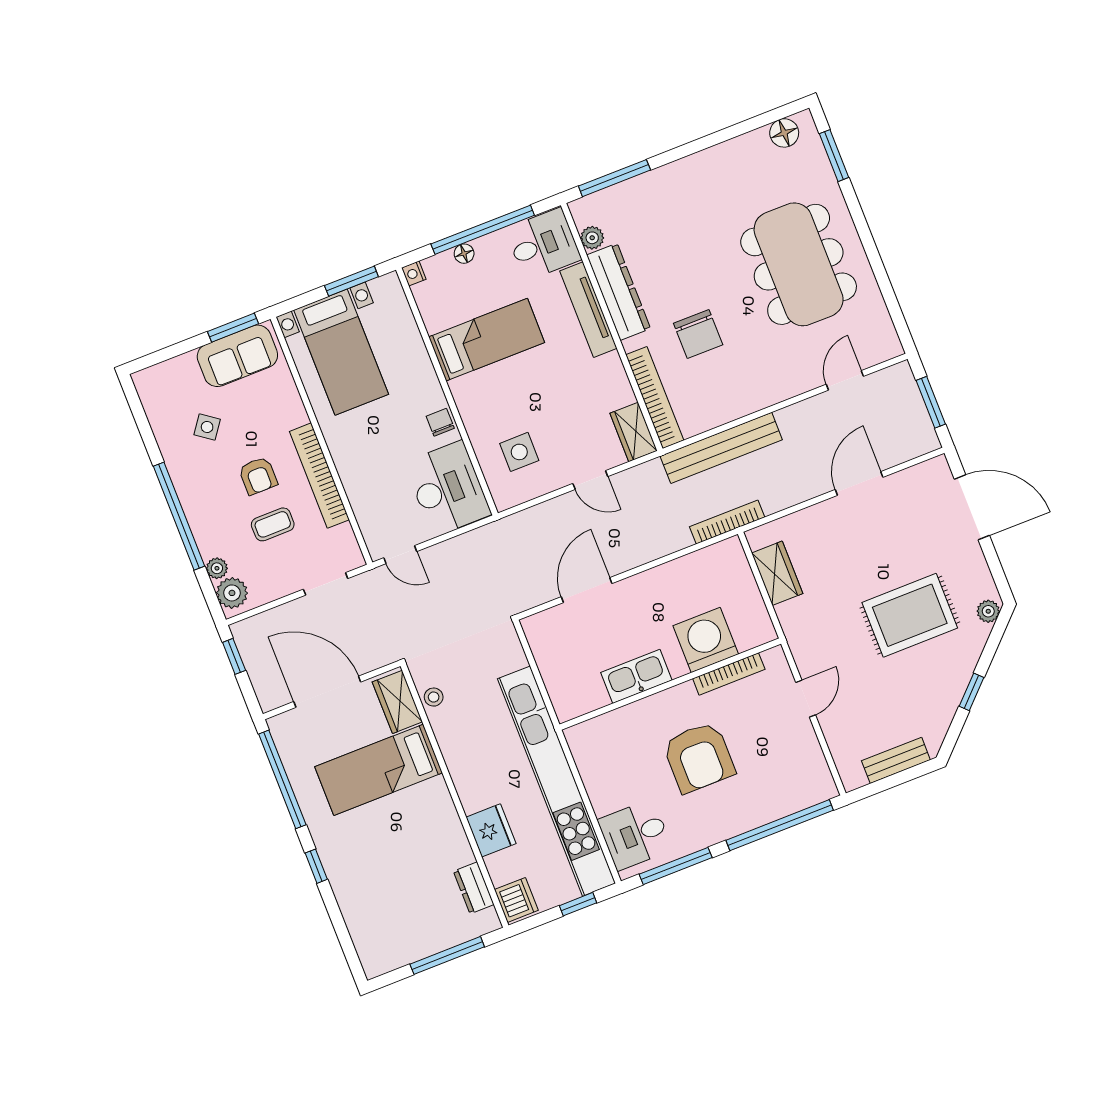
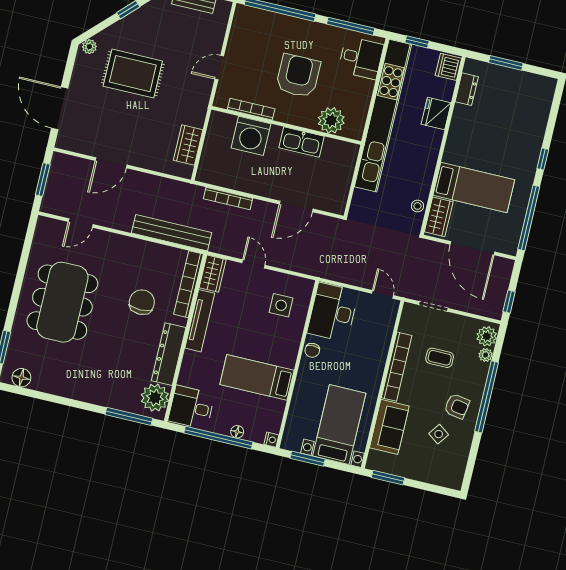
plant: (592, 238) -> (155, 398), width x1.88, depth x1.88
tv unit: (588, 310) -> (200, 321), moved
sofa: (237, 356) -> (389, 427), moved, turned 90
armchair: (258, 476) -> (457, 406), moved, turned 99
bookcase: (727, 522) -> (228, 199), moved
plant: (618, 730) -> (331, 120), added
window: (447, 955) -> (506, 63), width x0.69

